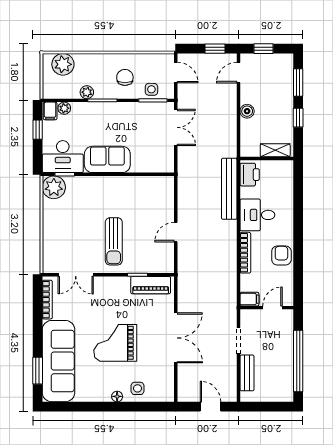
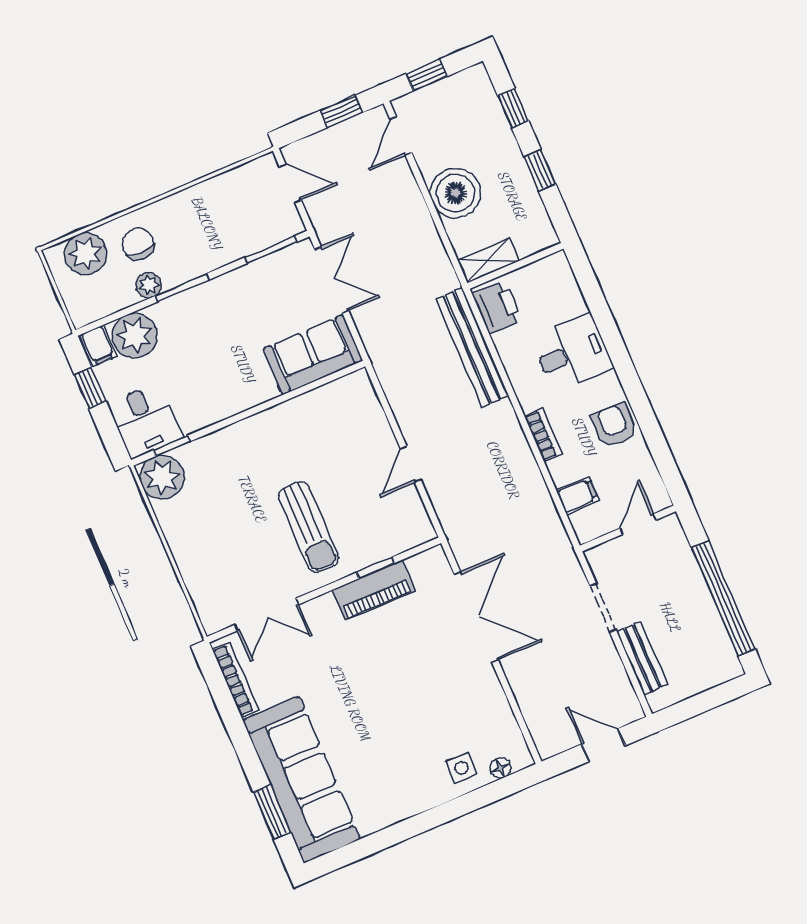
chair: (125, 77) -> (138, 244), moved
window: (298, 83) -> (513, 108), width x0.67
side table: (151, 89) -> (260, 231), removed
plant: (64, 108) -> (135, 336), width x1.88, depth x1.88
boiler: (247, 111) -> (456, 193), width x1.86, depth x1.86
shelving: (275, 150) -> (488, 260), moved
desk: (63, 157) -> (145, 421), width x0.73
sofa: (107, 159) -> (313, 355), moved
desk: (257, 215) -> (572, 353), moved, turned 180
bookcase: (245, 253) -> (543, 435), width x0.64
piano: (151, 285) -> (373, 590), moved
filing cabinet: (249, 299) -> (578, 495), moved
double door: (176, 338) -> (476, 617), moved
grand piano: (115, 343) -> (388, 705), removed
floor lamp: (117, 396) -> (501, 768), moved

